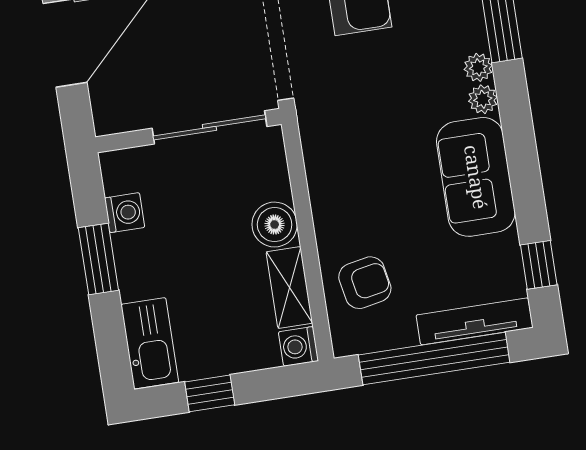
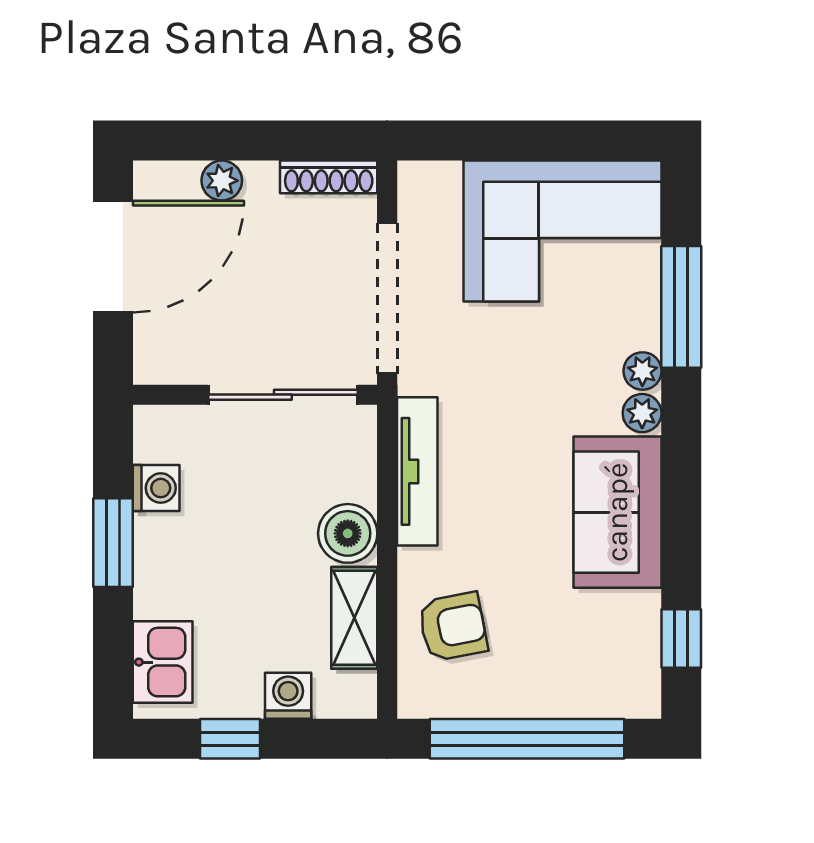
tv unit: (474, 321) -> (417, 471), moved, turned 90
kitchen sink: (150, 343) -> (163, 662), width x0.73
washing machine: (298, 346) -> (288, 696), moved, turned 90

